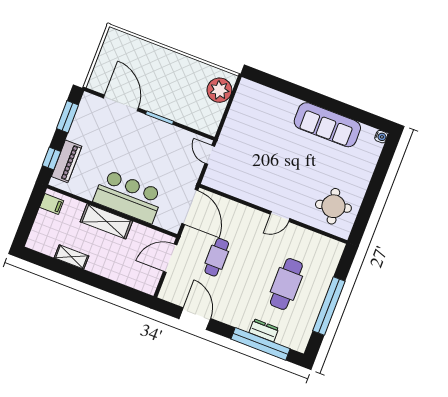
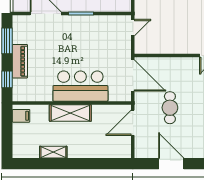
door: (210, 155) -> (133, 28), swing flipped
piano: (67, 161) -> (20, 61), moved

